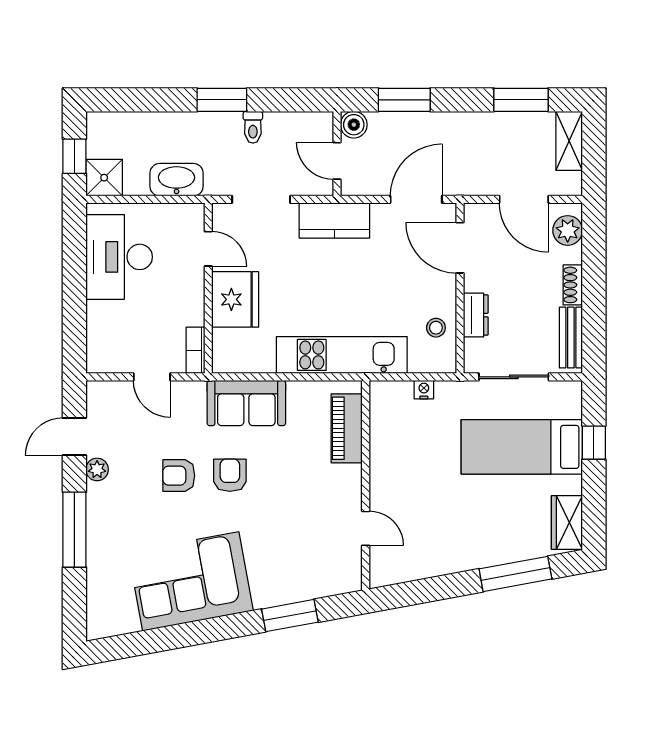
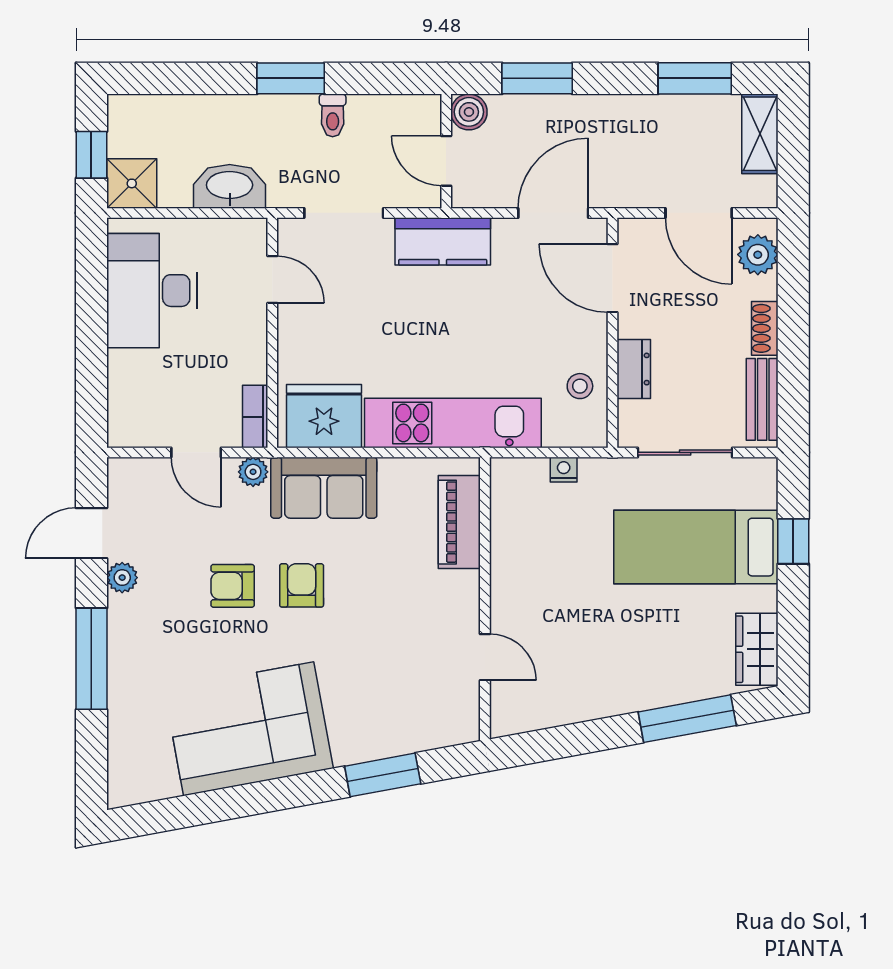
fridge: (235, 299) -> (324, 416), moved, turned -90
plant: (194, 391) -> (253, 472), added

